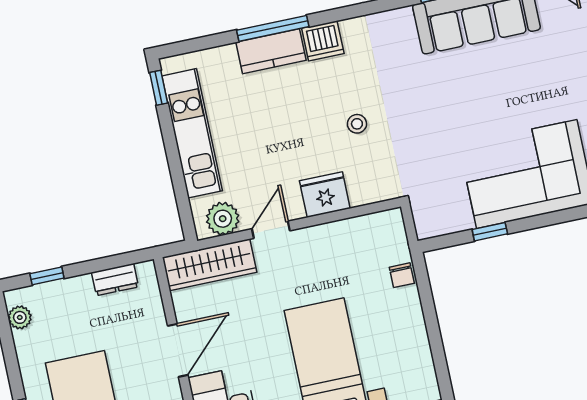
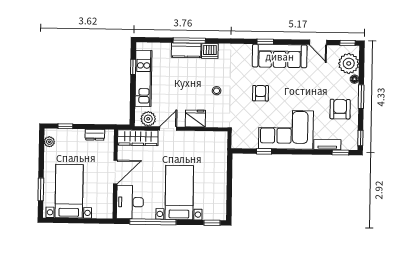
window: (159, 88) -> (133, 67), moved
armchair: (454, 107) -> (261, 93), added
chair: (402, 275) -> (221, 162), removed

